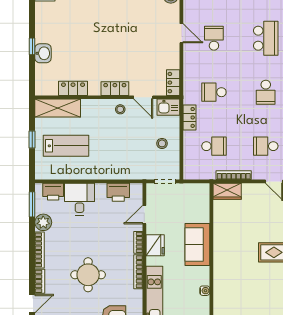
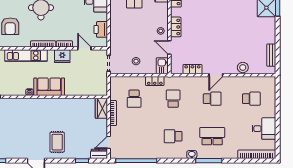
school desk: (266, 38) -> (212, 136), turned 180
locker: (173, 83) -> (192, 69), moved
door: (143, 97) -> (169, 47), hinge flipped
school desk: (266, 146) -> (134, 136), removed
sofa: (197, 245) -> (49, 87), moved

